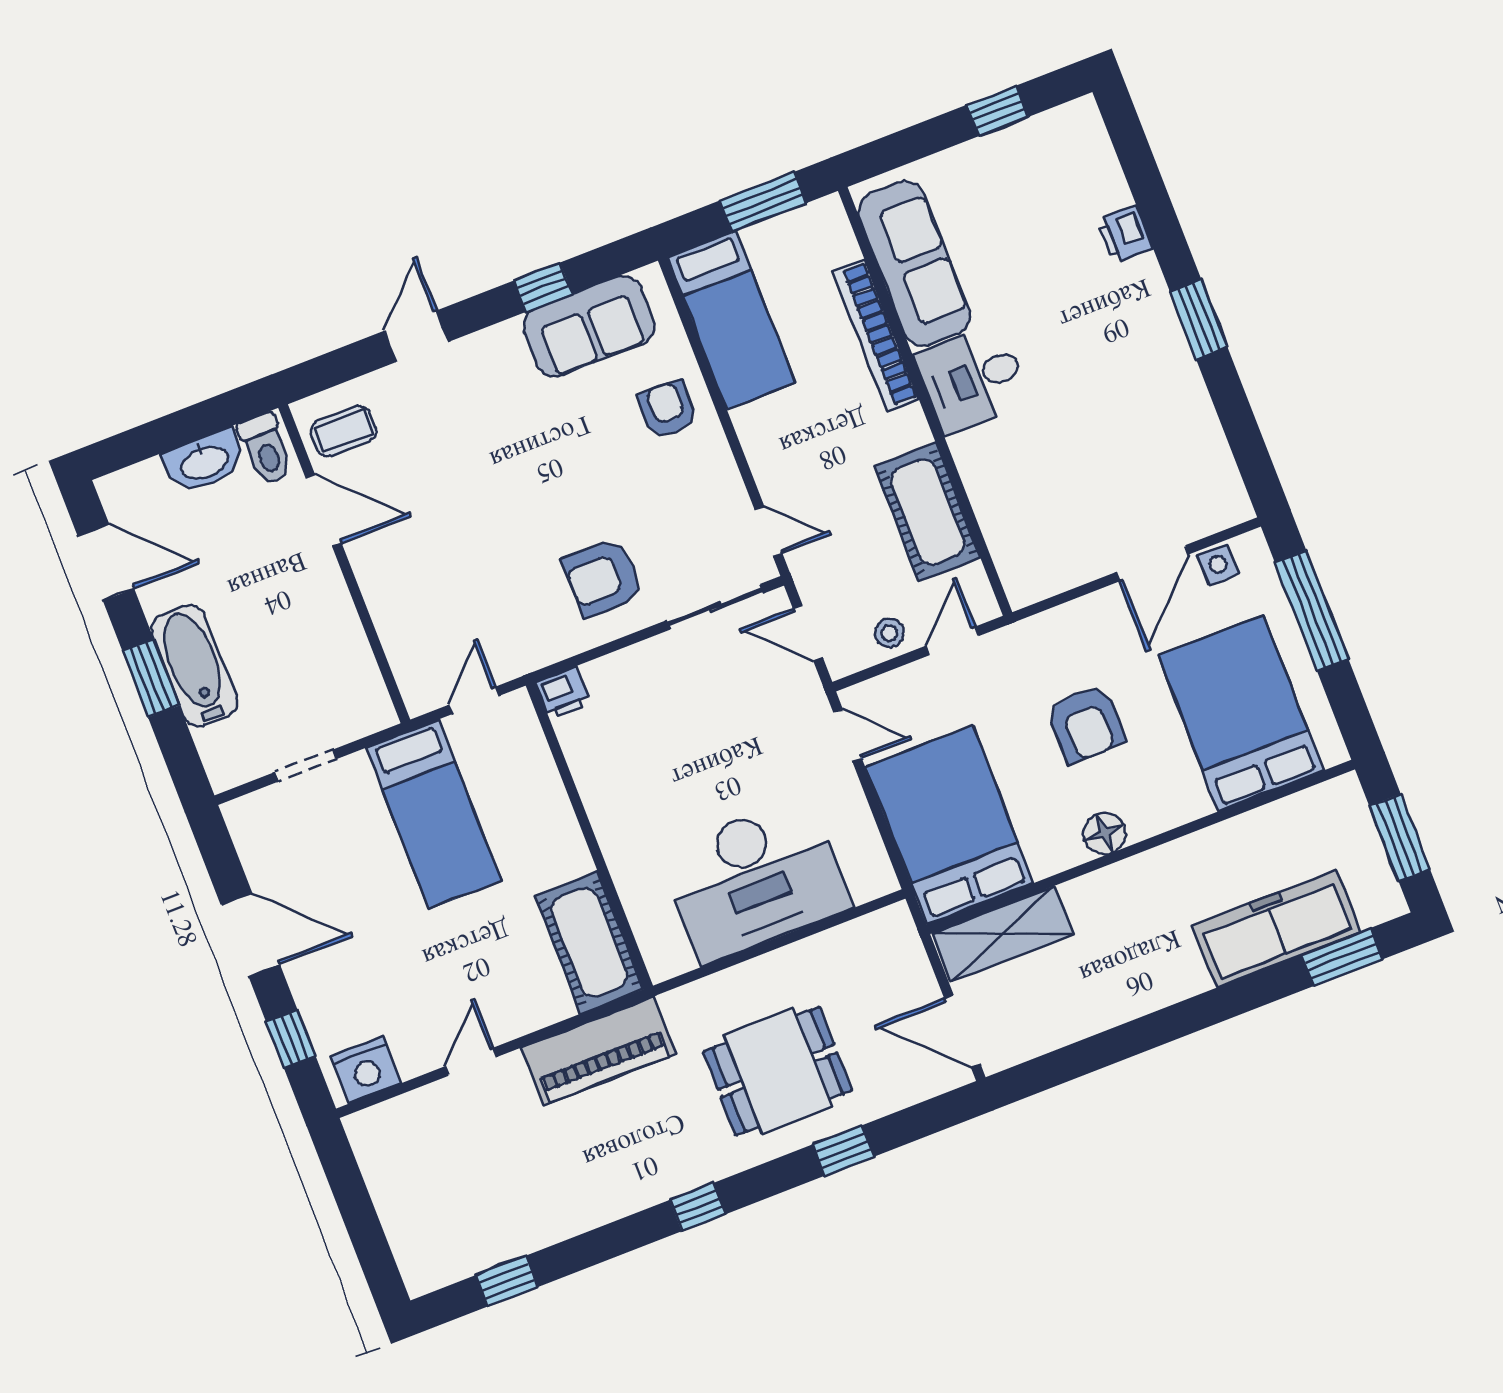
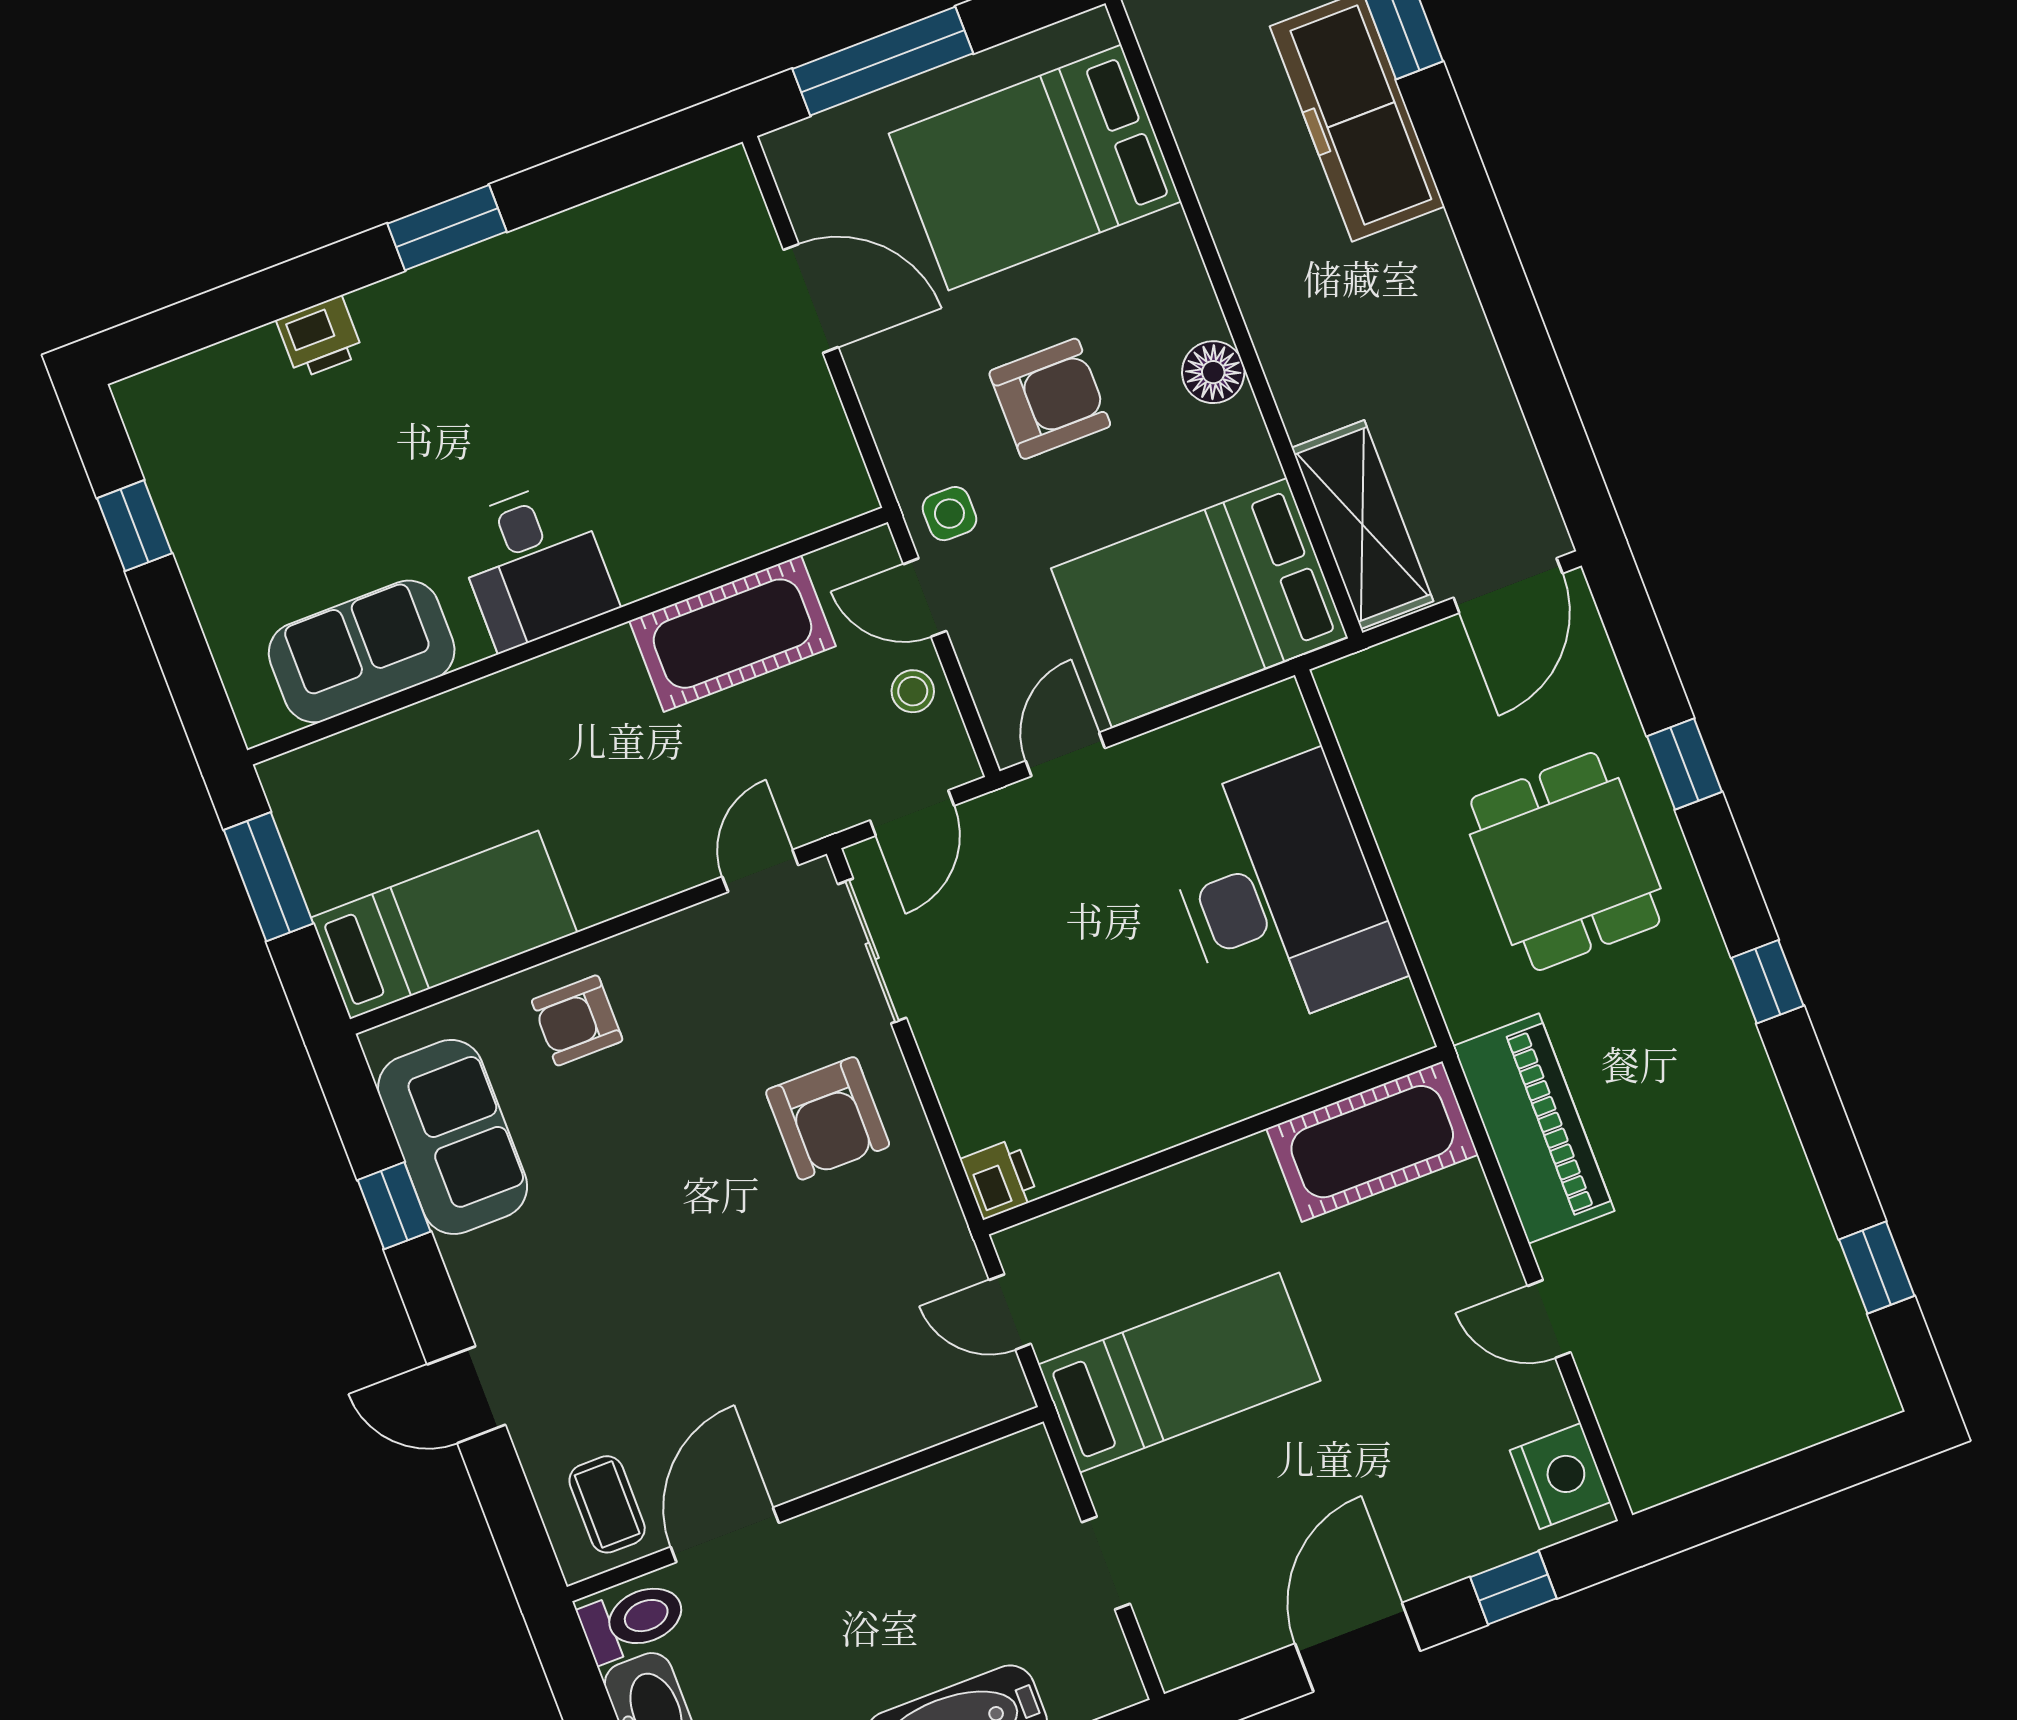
sofa: (914, 264) -> (362, 651), width x0.73
bookcase: (876, 335) -> (469, 709), removed
side table: (1218, 564) -> (949, 514), moved

